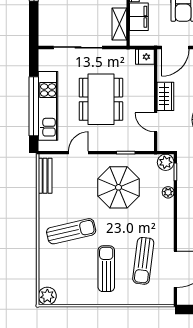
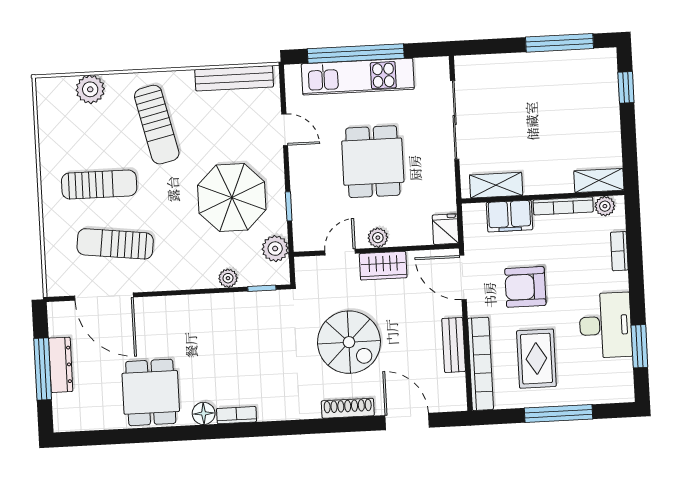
dining table: (101, 99) -> (373, 162), width x0.73
plant: (148, 99) -> (378, 238), added
plant: (166, 162) -> (275, 249), moved
bench: (45, 176) -> (234, 78), width x1.36
plant: (47, 296) -> (90, 89), moved

